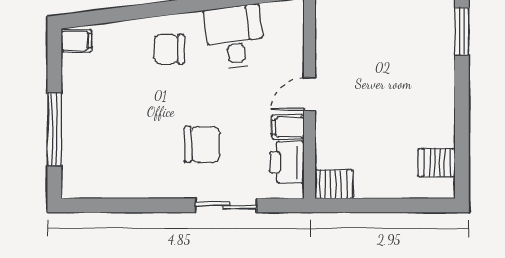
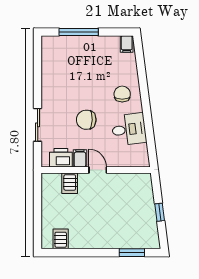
chair: (202, 144) -> (86, 120), moved, turned 92
server rack: (334, 184) -> (70, 183), moved

